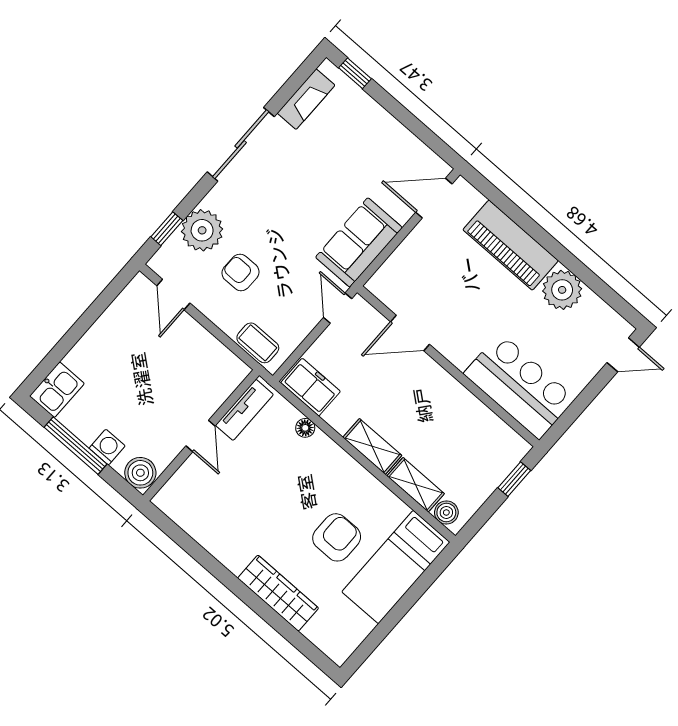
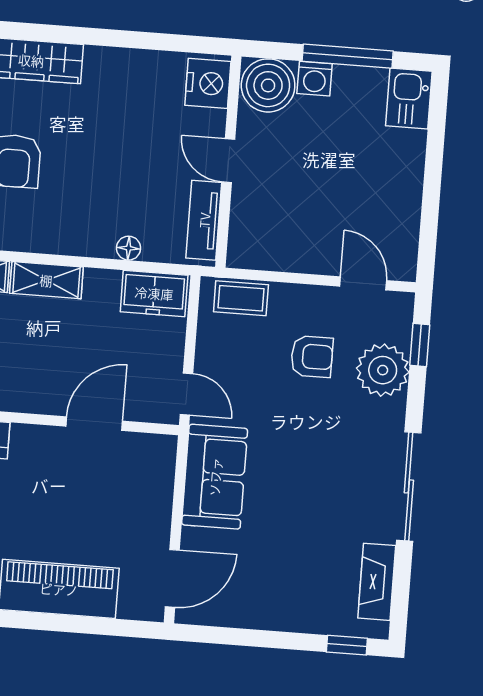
boiler: (140, 473) -> (268, 85), width x1.37, depth x1.37
nightstand: (177, 495) -> (208, 83), added

